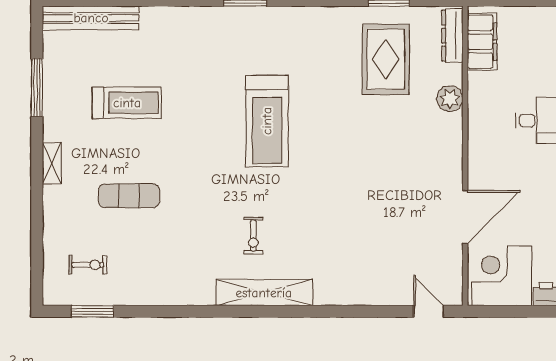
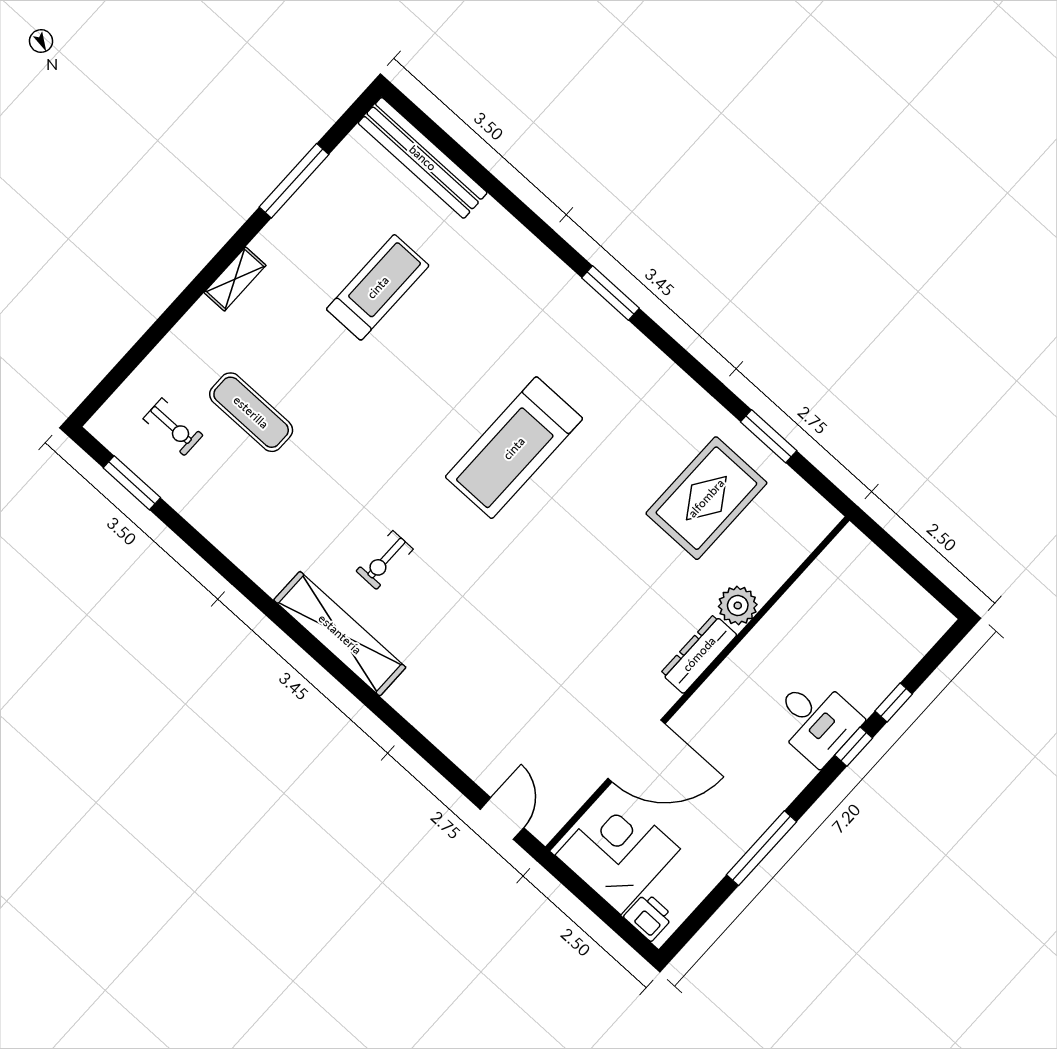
dresser: (452, 36) -> (699, 654), moved
filing cabinet: (482, 42) -> (830, 575), removed
treadmill: (127, 103) -> (378, 287), turned -90
exercise mat: (129, 196) -> (251, 412), moved

